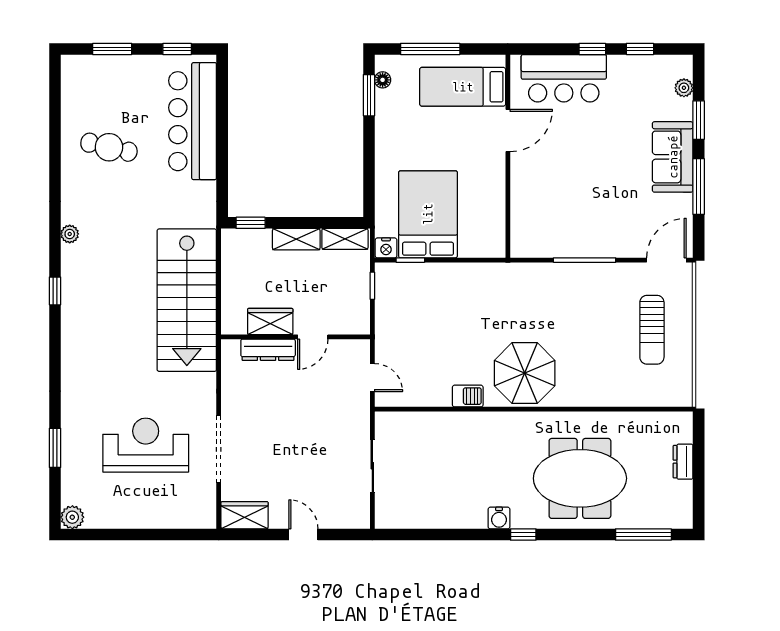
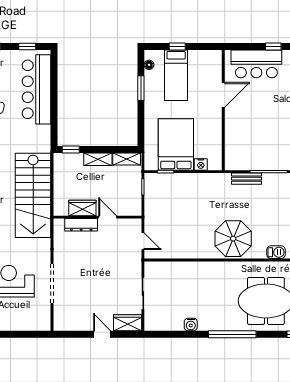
window: (430, 49) -> (177, 47), width x0.46
bed: (463, 87) -> (176, 75), moved, turned -90
window: (369, 95) -> (141, 88), moved
nightstand: (386, 248) -> (201, 164), moved
bench: (547, 272) -> (247, 179), added
door: (313, 337) -> (108, 217), swing flipped
barbecue: (468, 396) -> (276, 252), moved
wardrobe: (245, 515) -> (128, 323), moved
water cooler: (499, 518) -> (191, 324), moved
window: (523, 534) -> (232, 334), width x3.17

